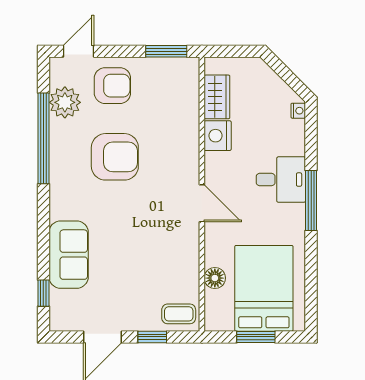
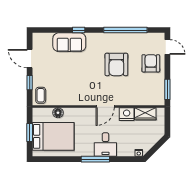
armchair: (112, 86) -> (151, 63), turned 180
plant: (65, 102) -> (143, 40), removed
door: (202, 203) -> (105, 107), moved
window: (43, 293) -> (79, 30), moved

